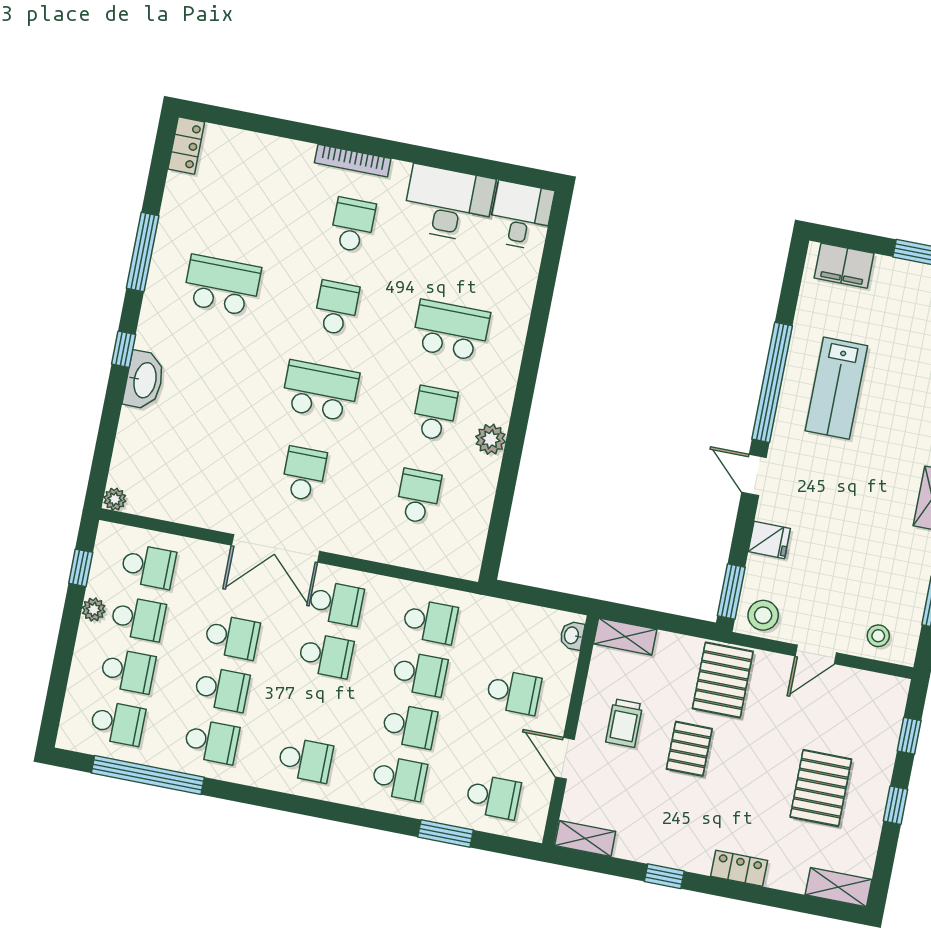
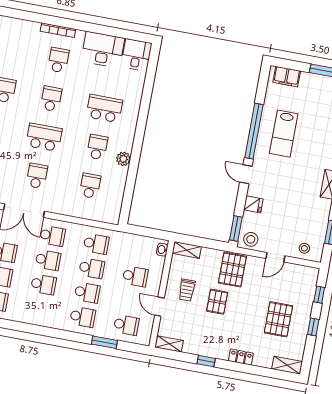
school desk: (305, 760) -> (43, 284), moved

